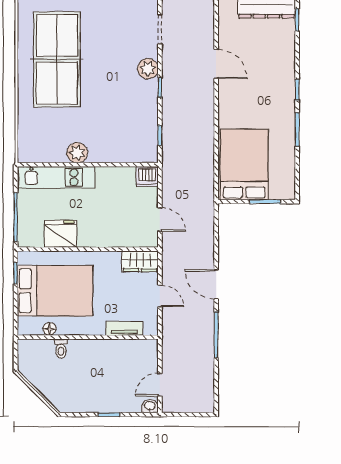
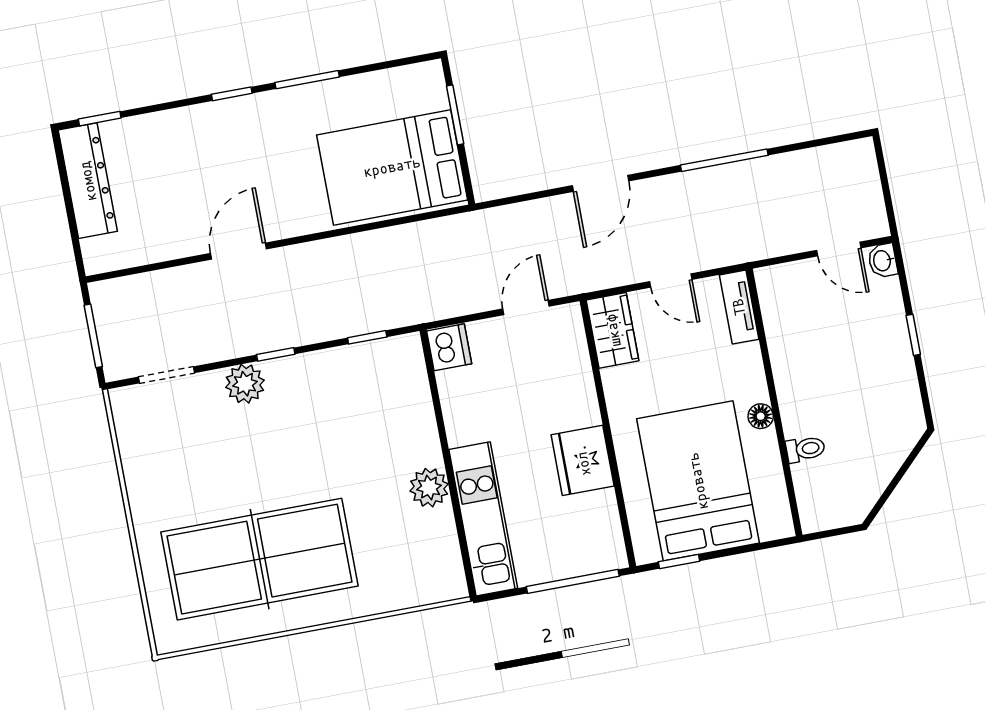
door: (216, 64) -> (239, 251), moved
fridge: (61, 234) -> (583, 460), moved
door: (216, 284) -> (600, 183), moved
door: (160, 296) -> (671, 280), swing flipped
tv unit: (124, 328) -> (739, 307), moved
floor lamp: (49, 329) -> (761, 416), moved

